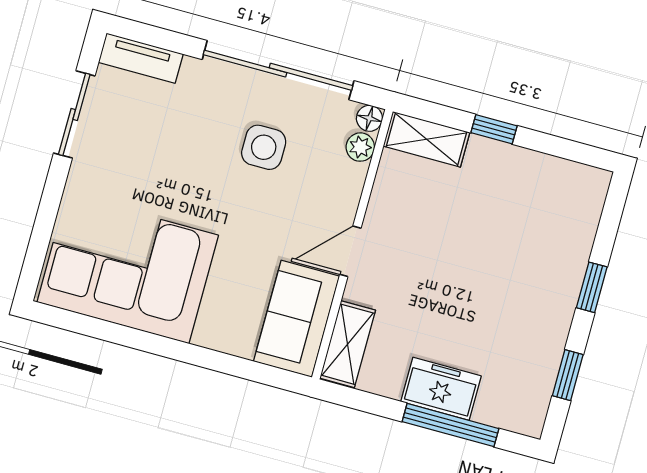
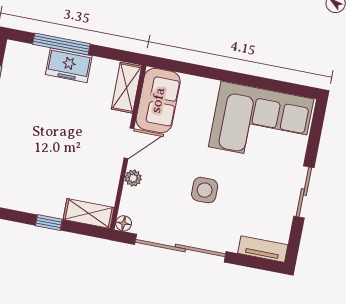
sliding door: (74, 114) -> (304, 192), moved
side table: (264, 147) -> (205, 190), moved
plant: (360, 147) -> (133, 178), moved

